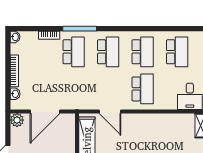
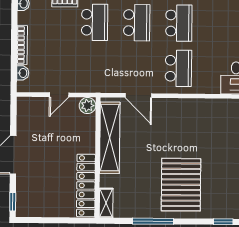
school desk: (177, 52) -> (221, 23), removed
door: (45, 111) -> (59, 95), width x0.53
plant: (17, 120) -> (88, 106), moved

